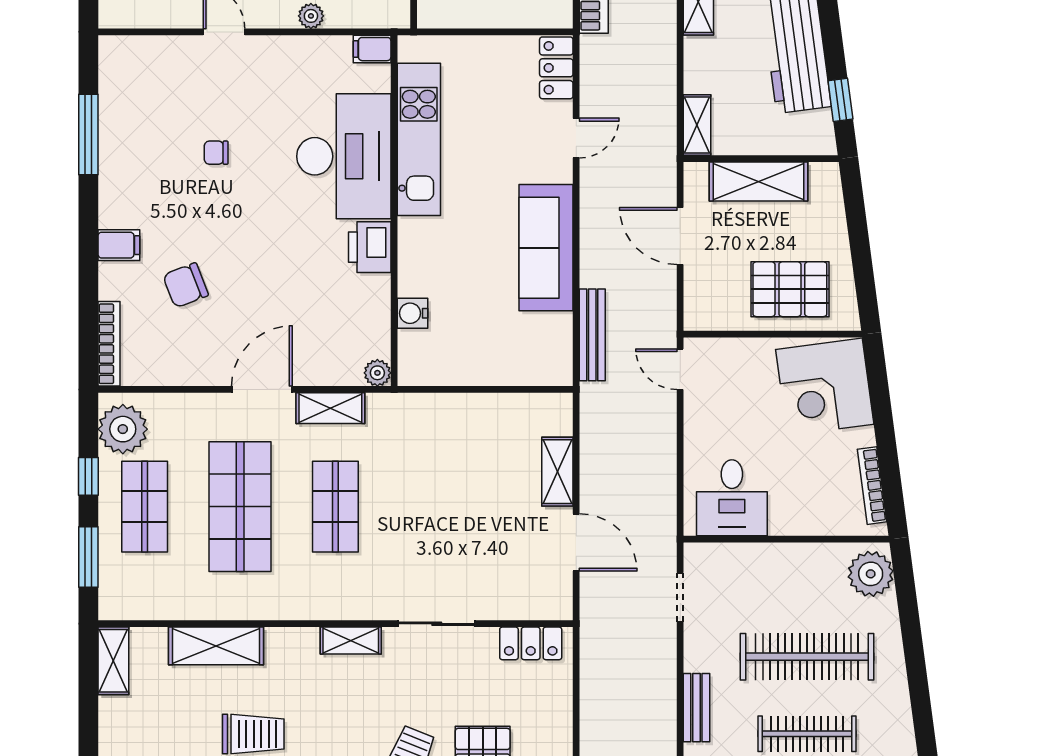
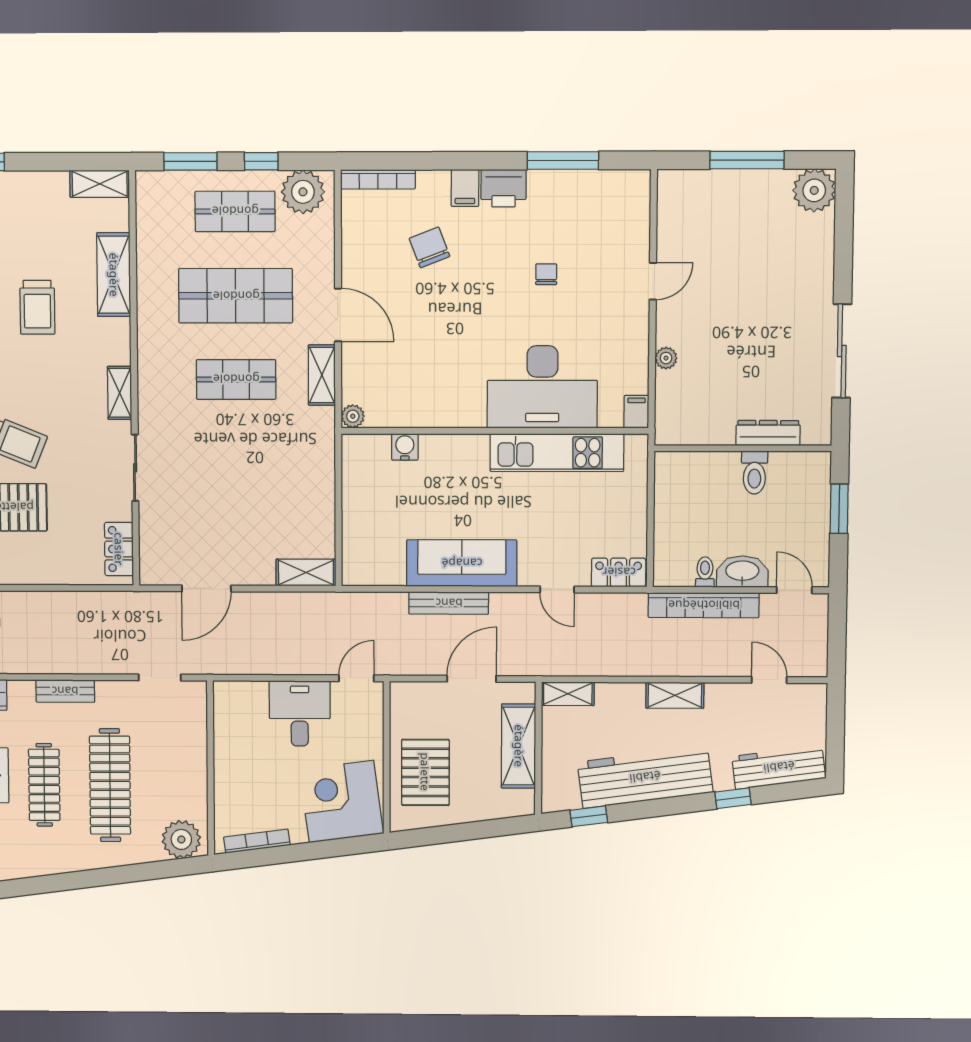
printer: (370, 247) -> (504, 188), moved, turned 180
bench: (592, 335) -> (449, 603), moved
shelving: (557, 472) -> (306, 573), moved
desk: (732, 498) -> (300, 713), moved, turned 90

